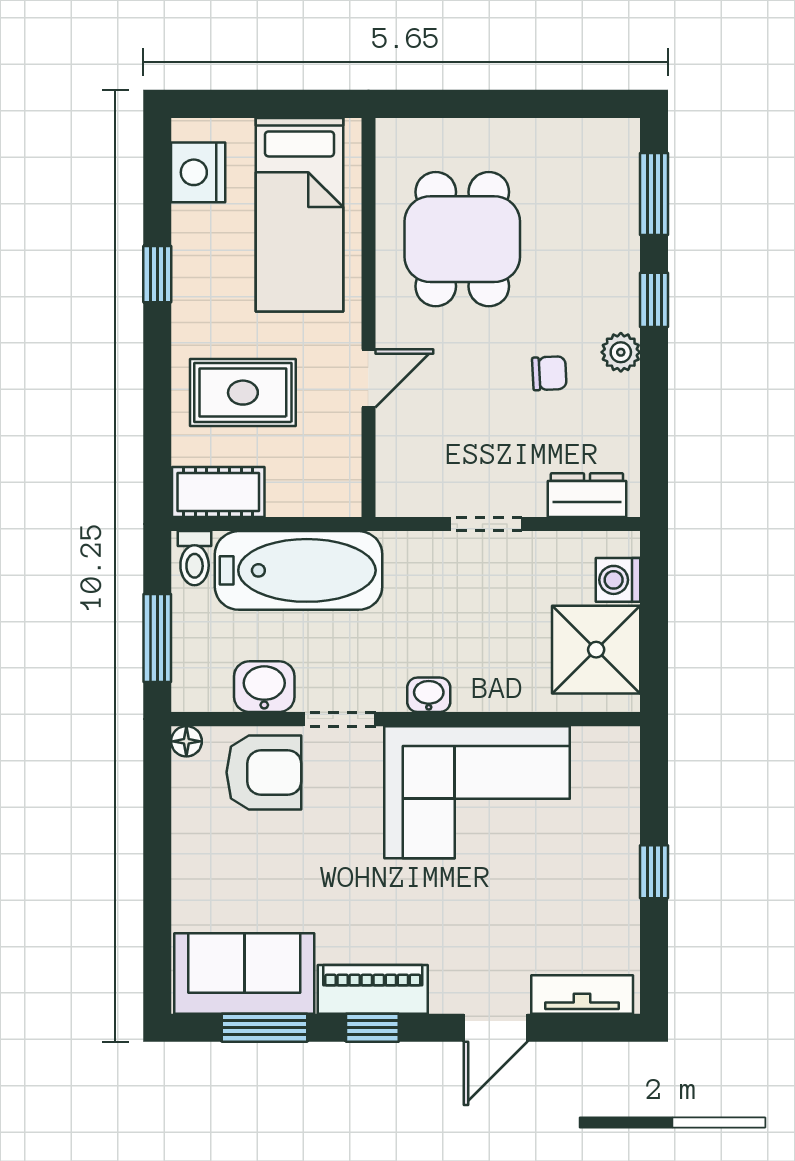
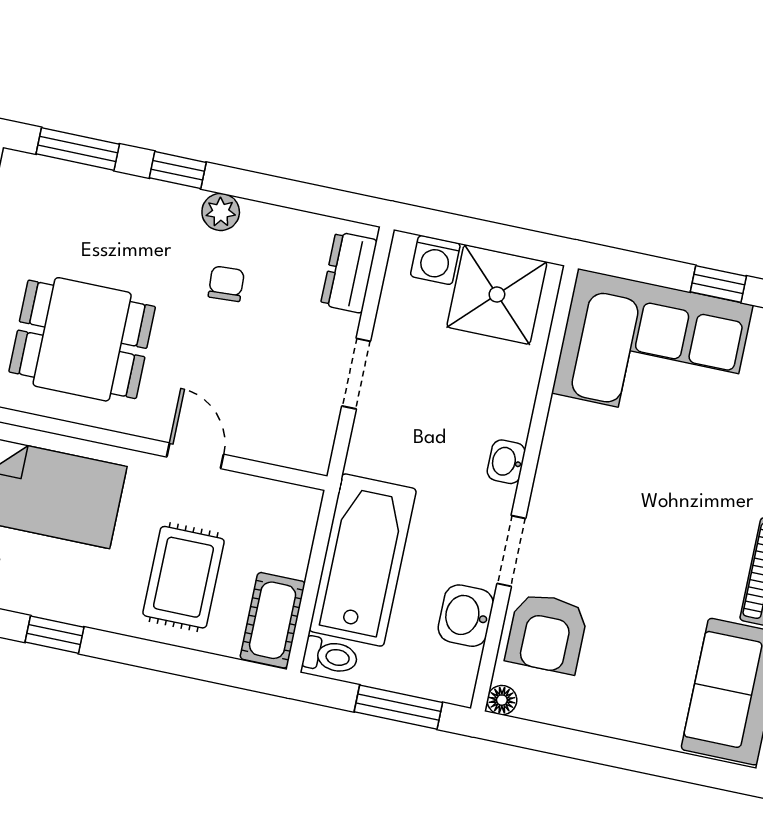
armchair: (264, 772) -> (547, 633), turned 180
corner sofa: (477, 792) -> (652, 349), moved, turned 90

